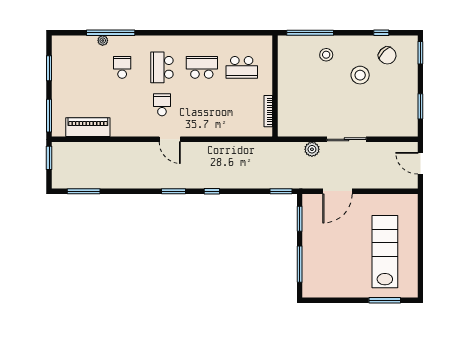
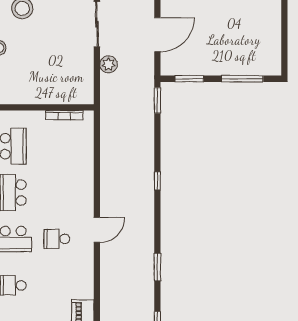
window: (174, 191) -> (157, 267), moved
door: (337, 191) -> (157, 35), hinge flipped

